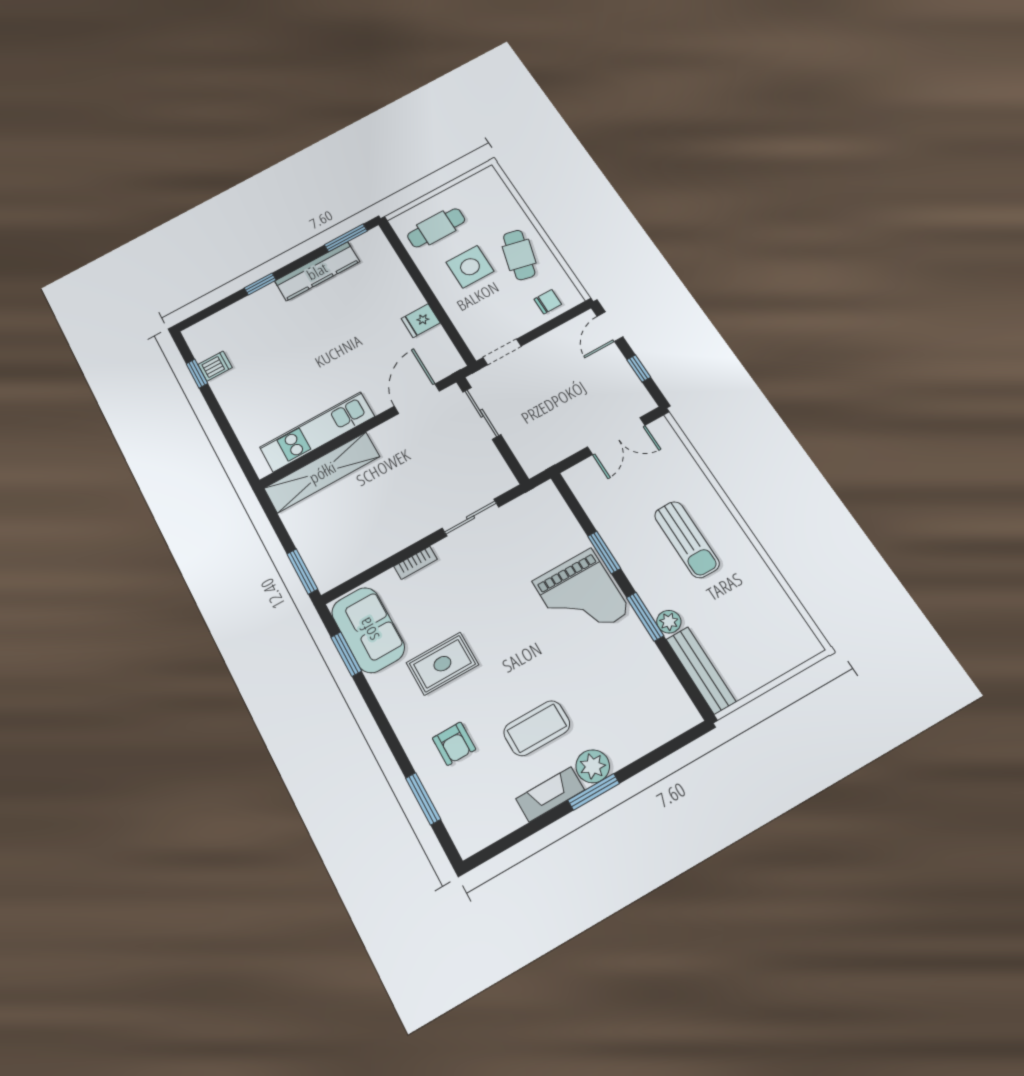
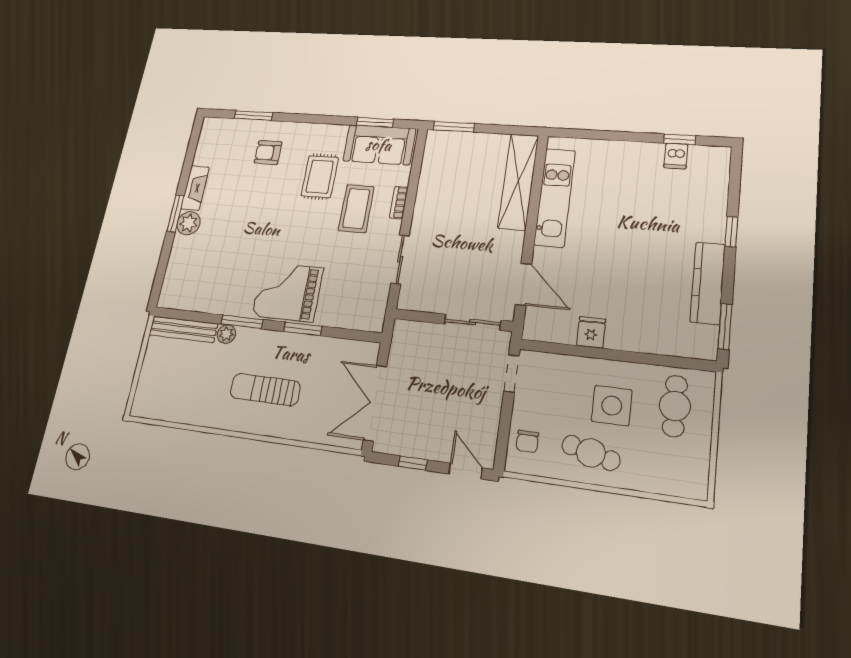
double door: (616, 436) -> (375, 403), width x1.37
coffee table: (537, 728) -> (356, 209), moved

